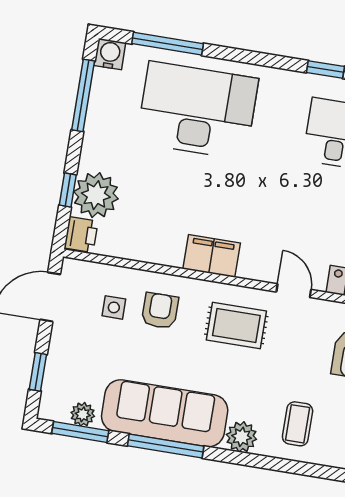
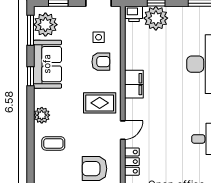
rug: (236, 325) -> (100, 103), turned 90
sofa: (165, 413) -> (47, 64), width x0.73
plant: (83, 414) -> (45, 25), width x1.88, depth x1.88
window: (166, 446) -> (30, 76), width x0.46

